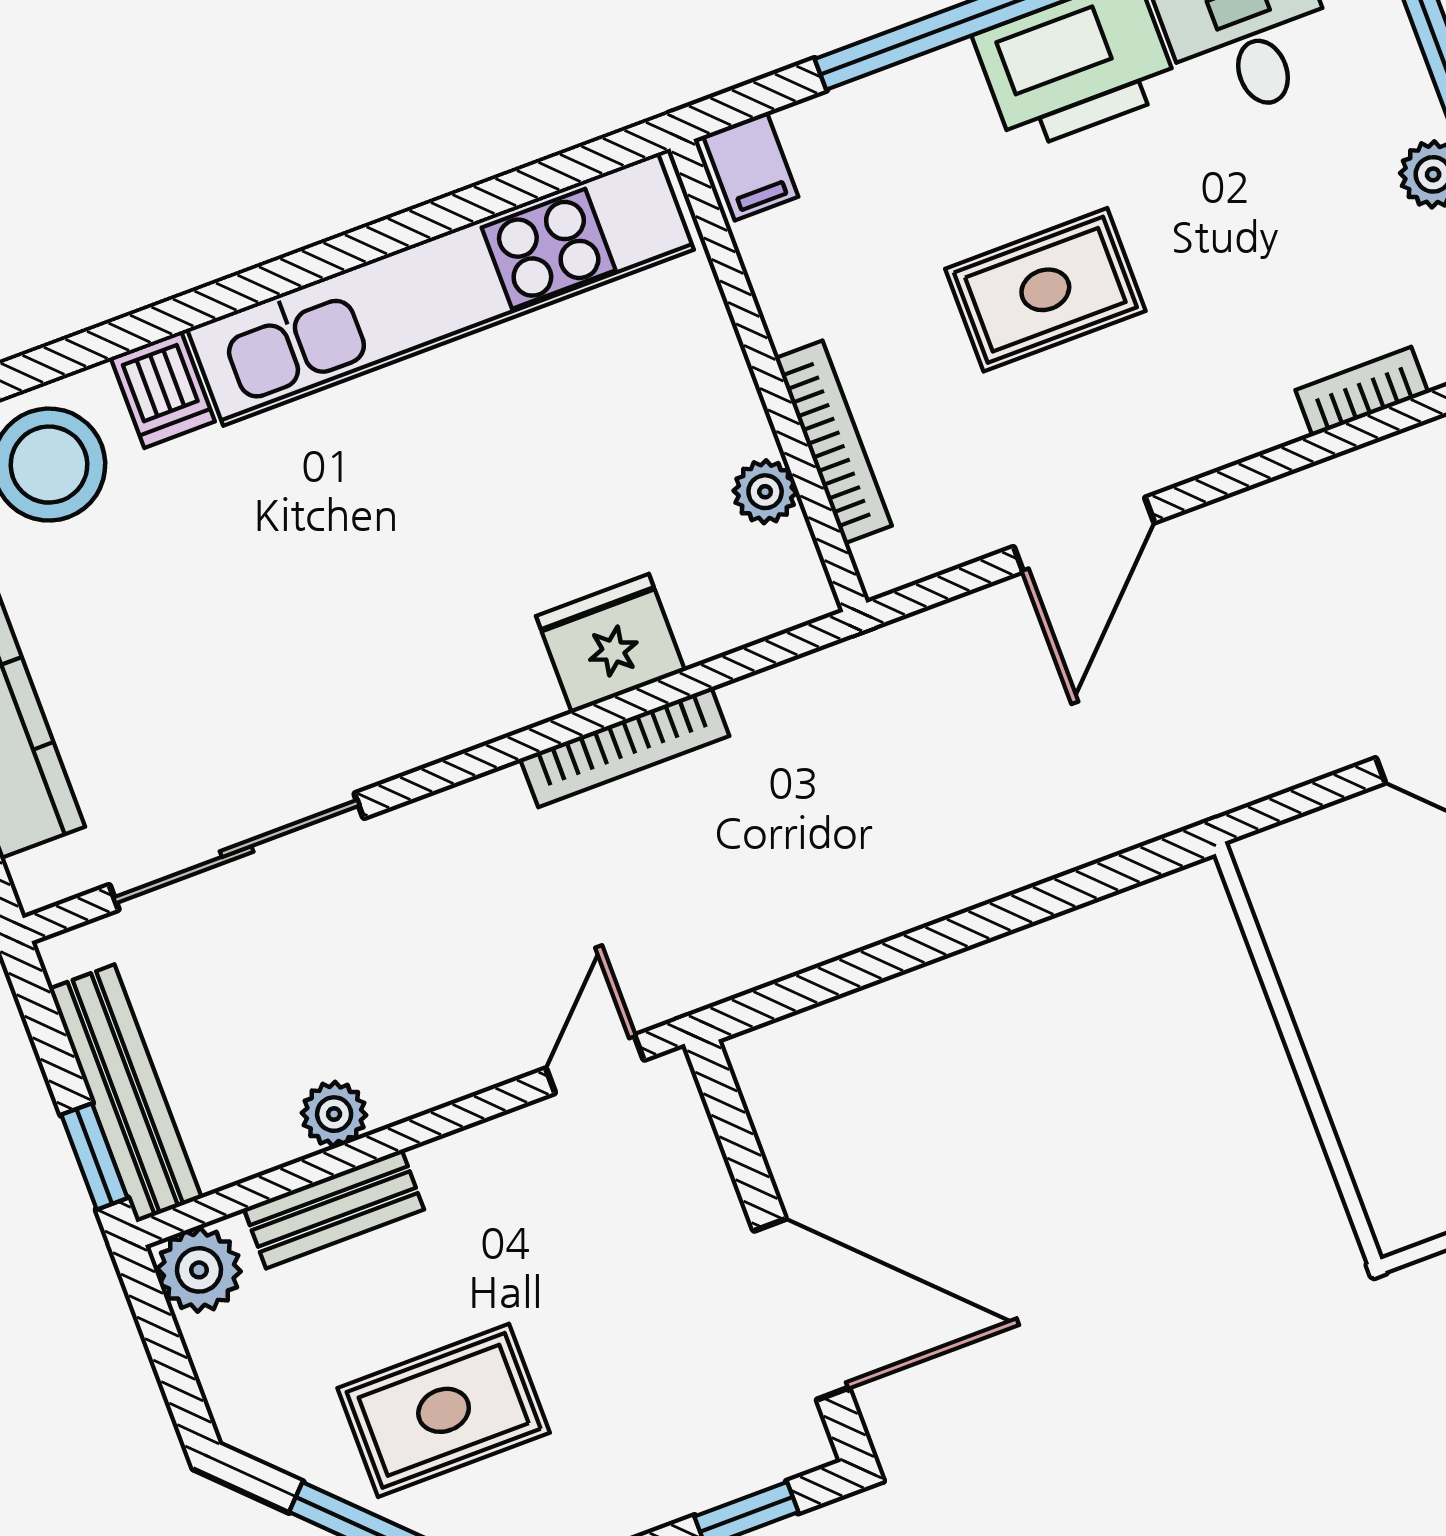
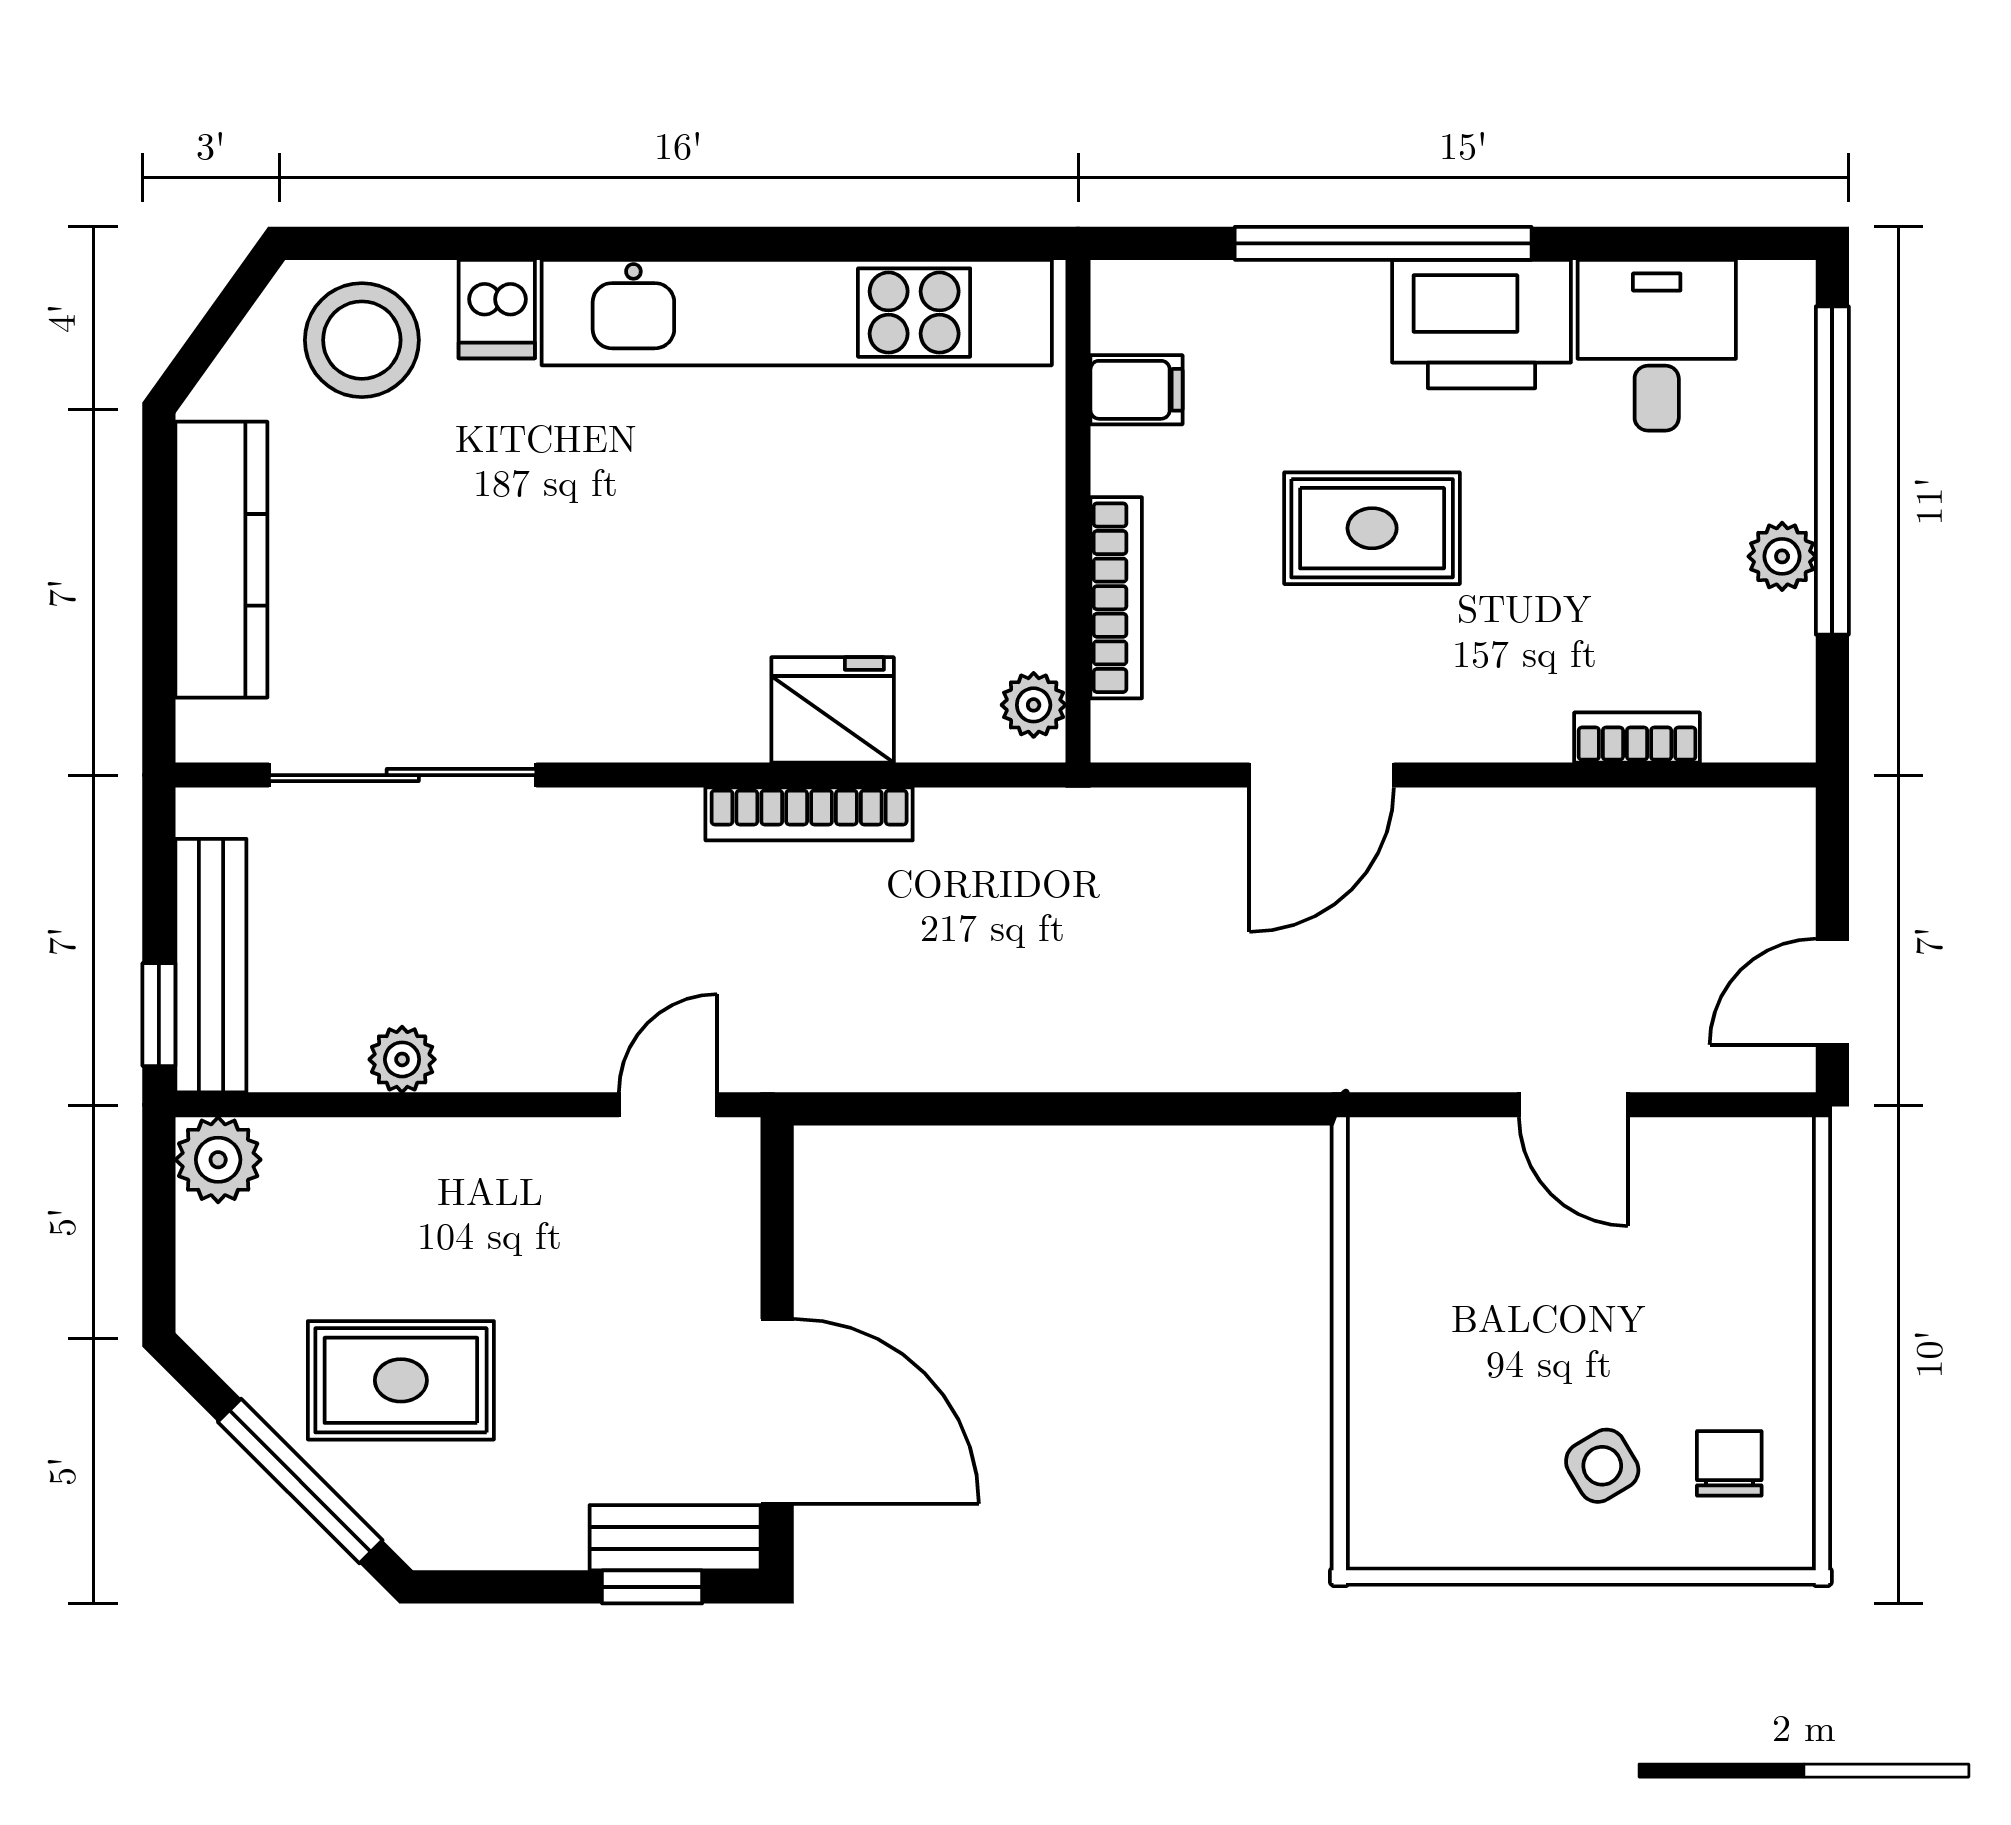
filing cabinet: (751, 166) -> (1137, 390), moved, turned -90
plant: (765, 492) -> (1034, 705), moved
bench: (334, 1209) -> (675, 1538), moved

